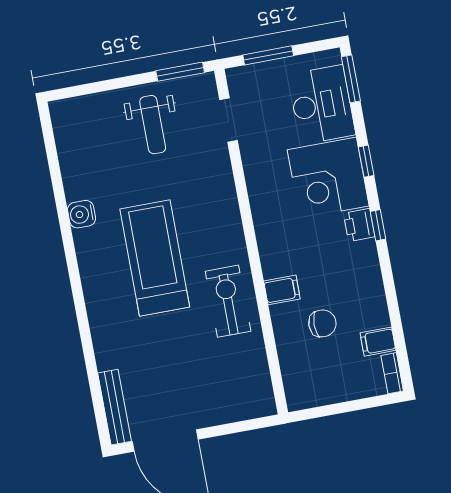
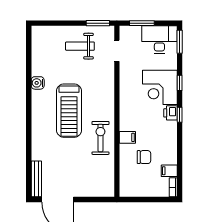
desk: (322, 105) -> (159, 39), moved, turned -90
weight bench: (153, 125) -> (80, 46), turned 90
treadmill: (155, 258) -> (69, 111), turned 180

